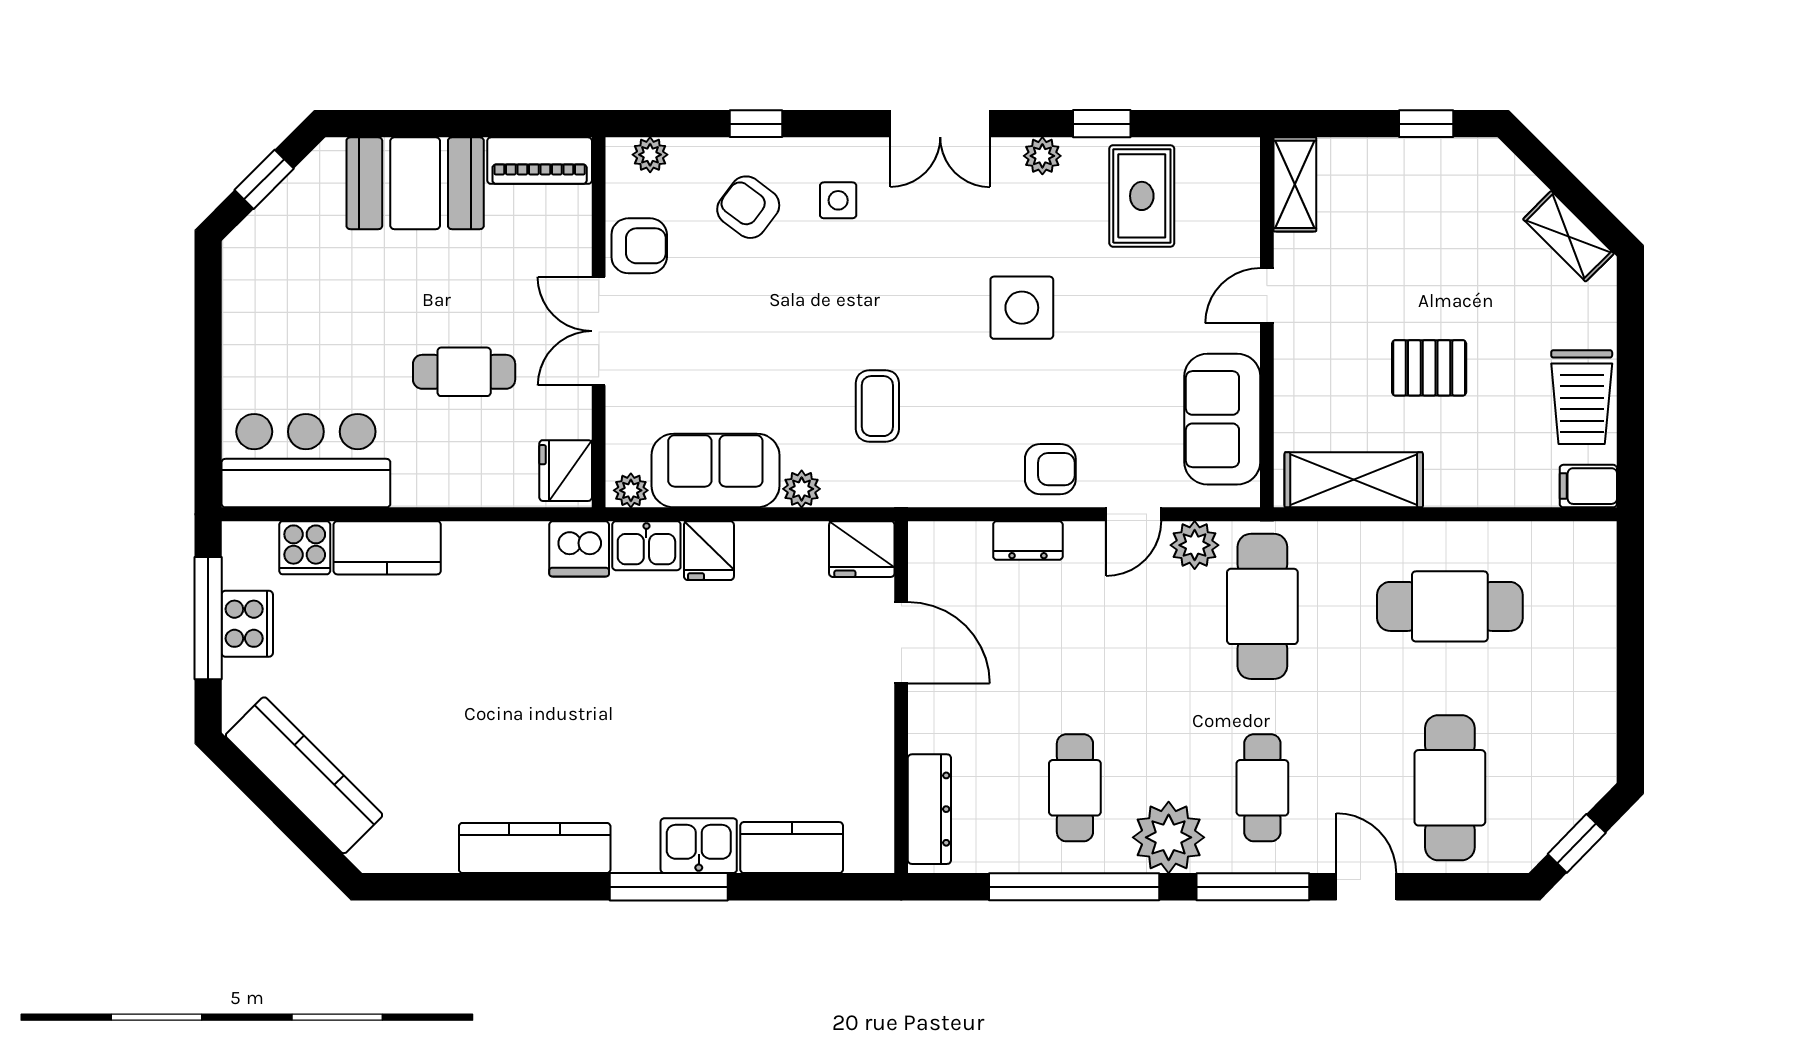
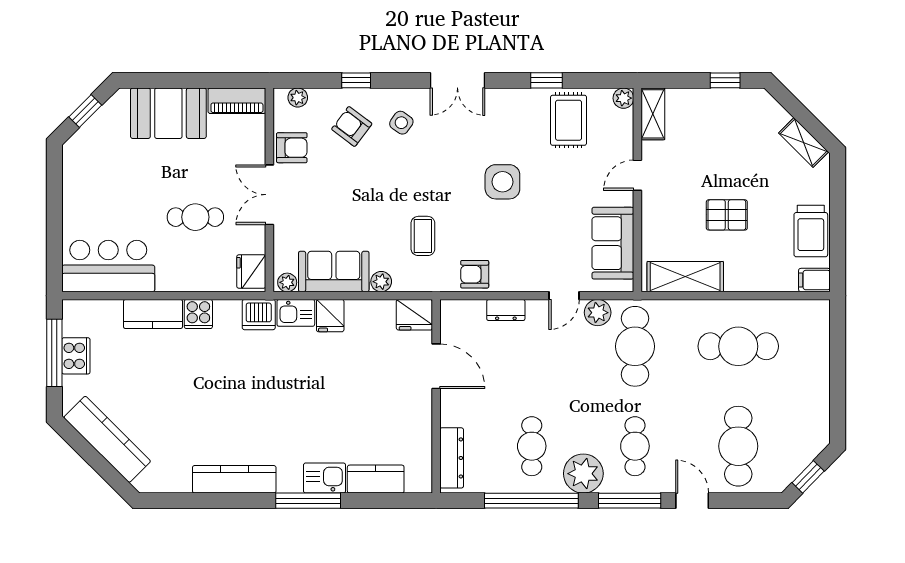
plant: (1042, 156) -> (623, 98), moved
side table: (838, 200) -> (401, 123), turned 35
armchair: (1050, 469) -> (475, 274), moved, turned 180
cooker: (305, 548) -> (198, 314), moved

